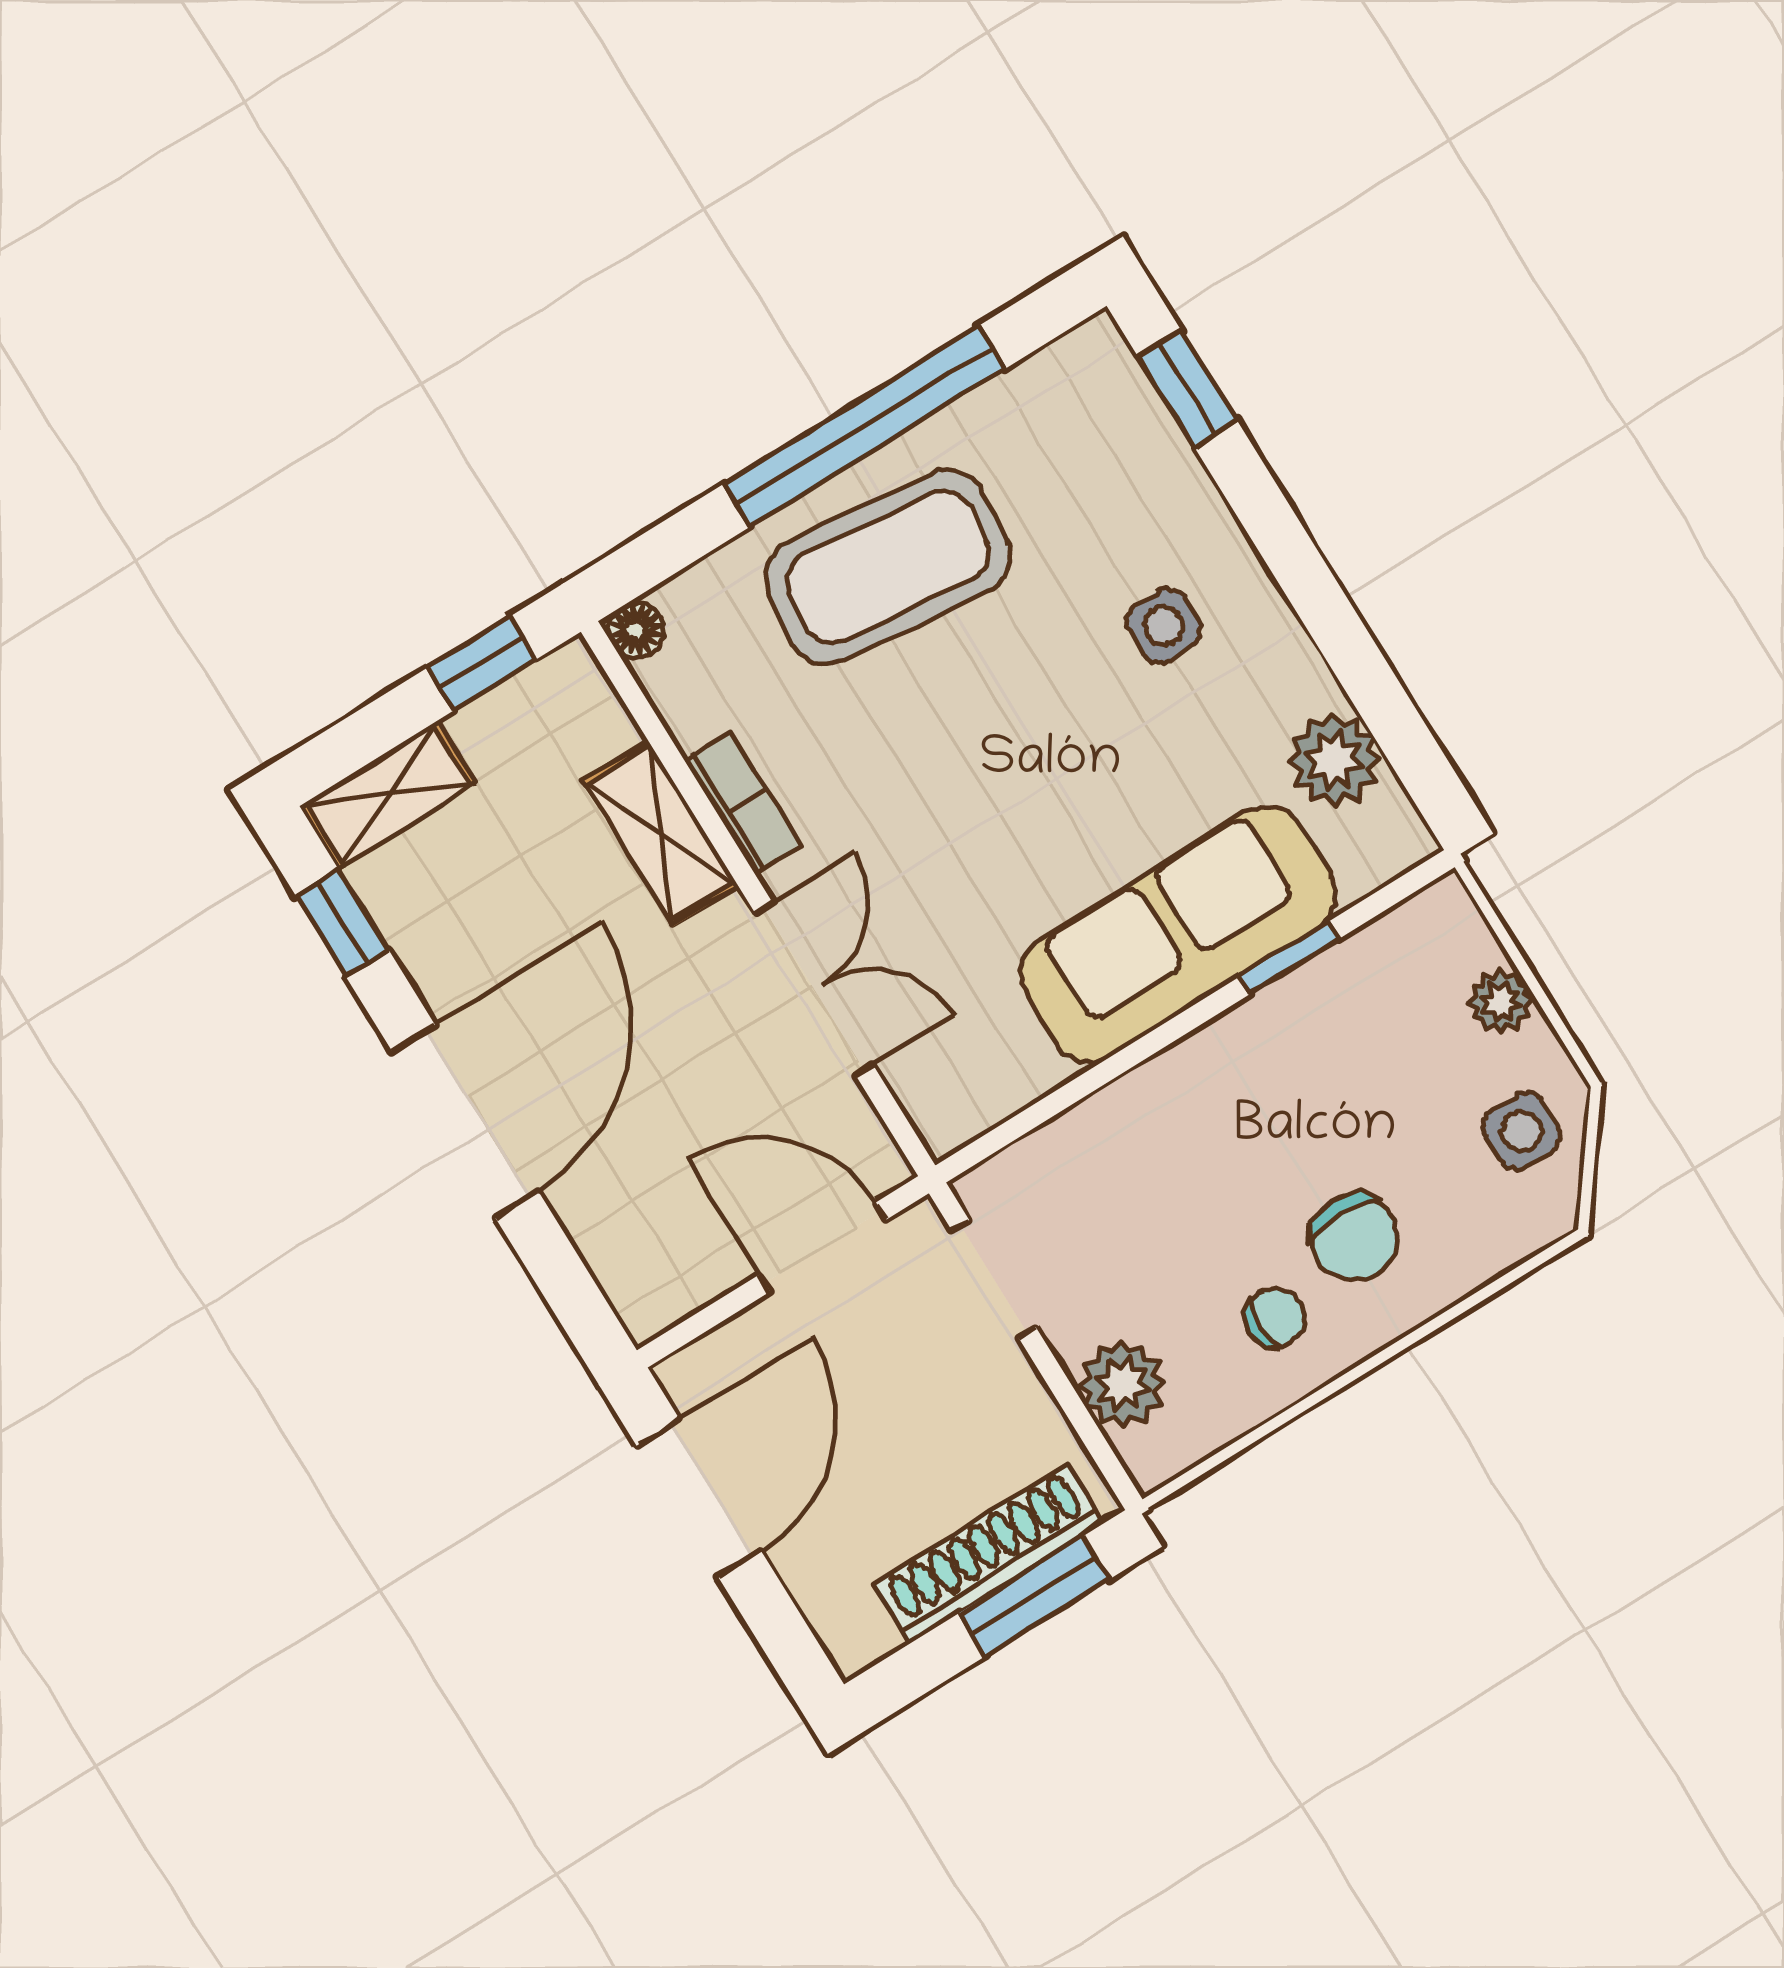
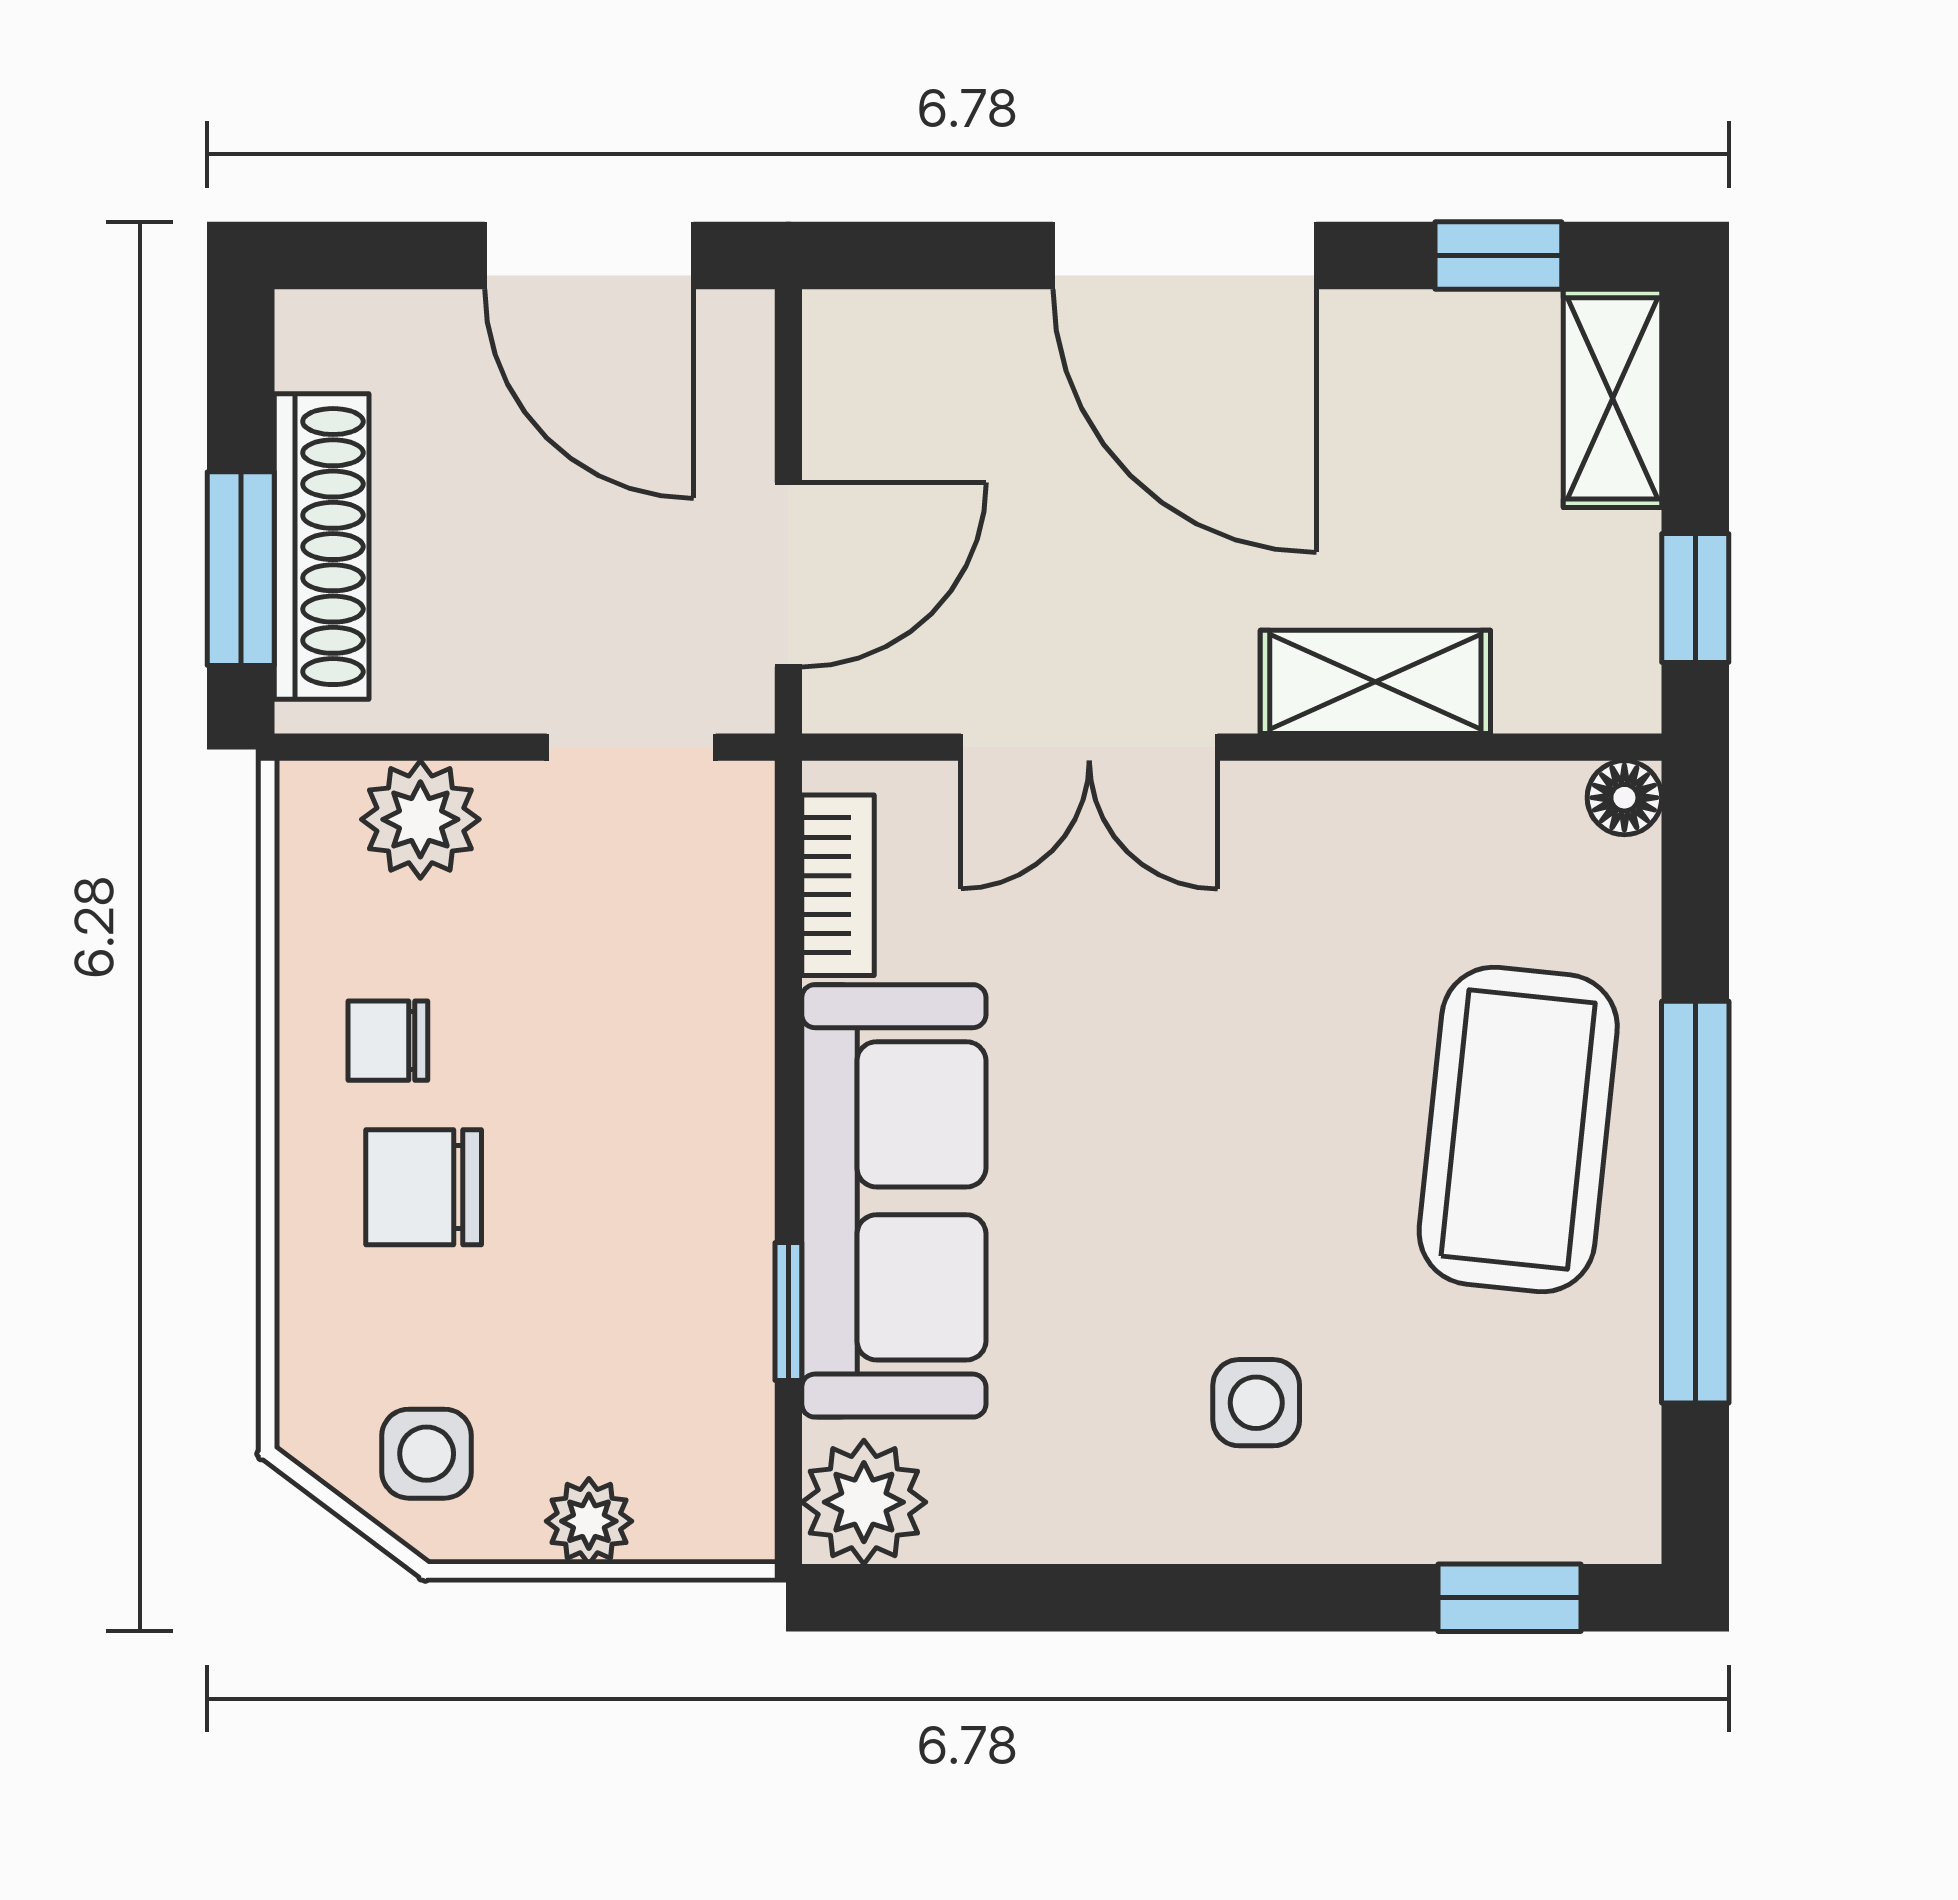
plant: (1334, 760) -> (864, 1502), moved
bookcase: (742, 803) -> (838, 885), moved, turned -90
chair: (1275, 1318) -> (388, 1041), turned 90

